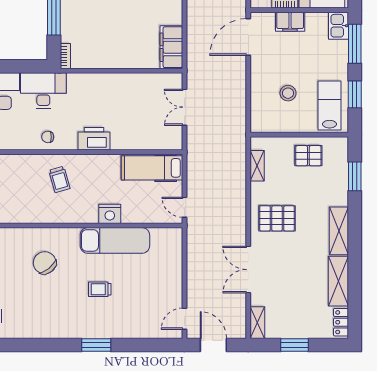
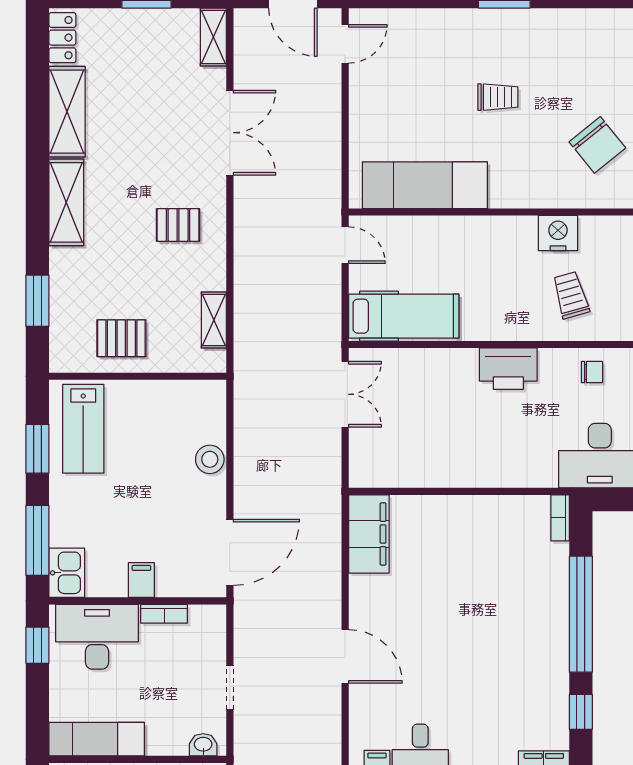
filing cabinet: (290, 22) -> (141, 580), width x0.50
stool: (288, 93) -> (210, 459), moved
double door: (184, 107) -> (345, 394), moved
nightstand: (110, 214) -> (558, 233), moved
pallet: (277, 218) -> (178, 225), width x0.67, depth x0.71
exam couch: (115, 240) -> (425, 185), moved

